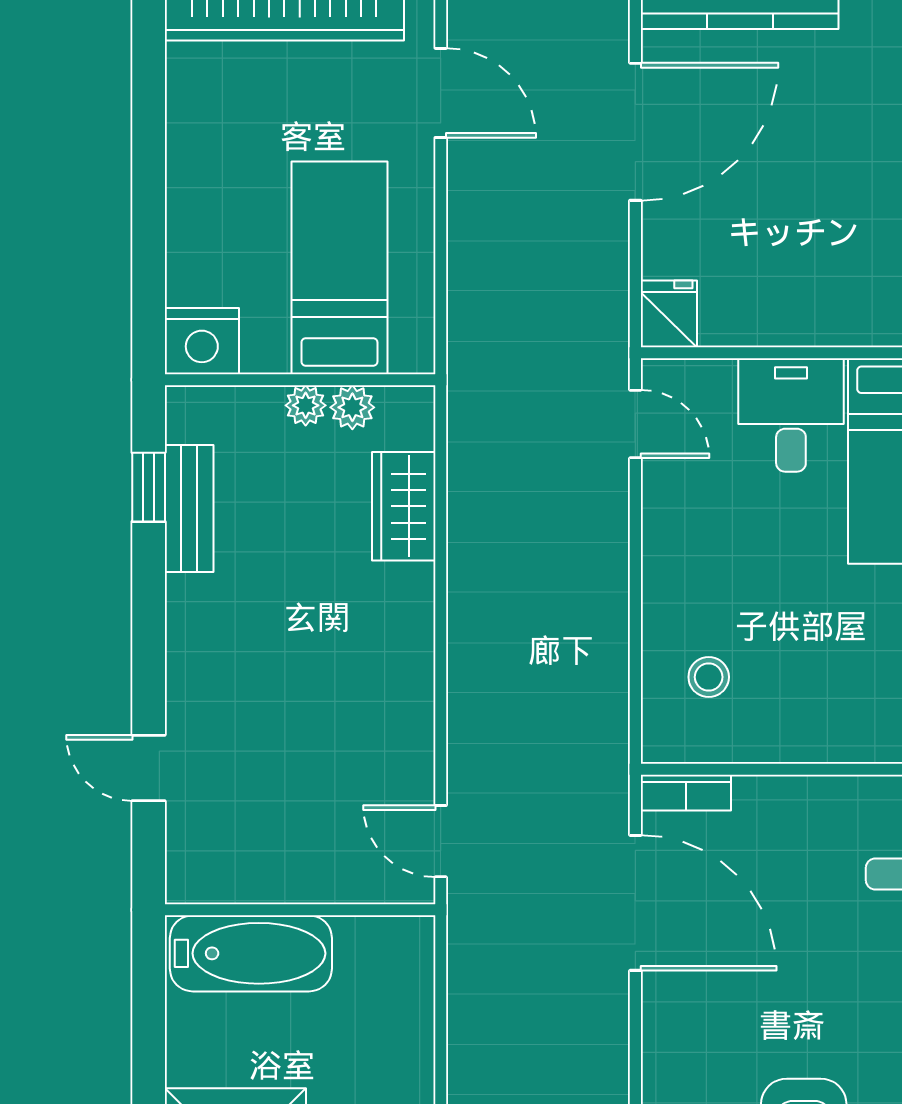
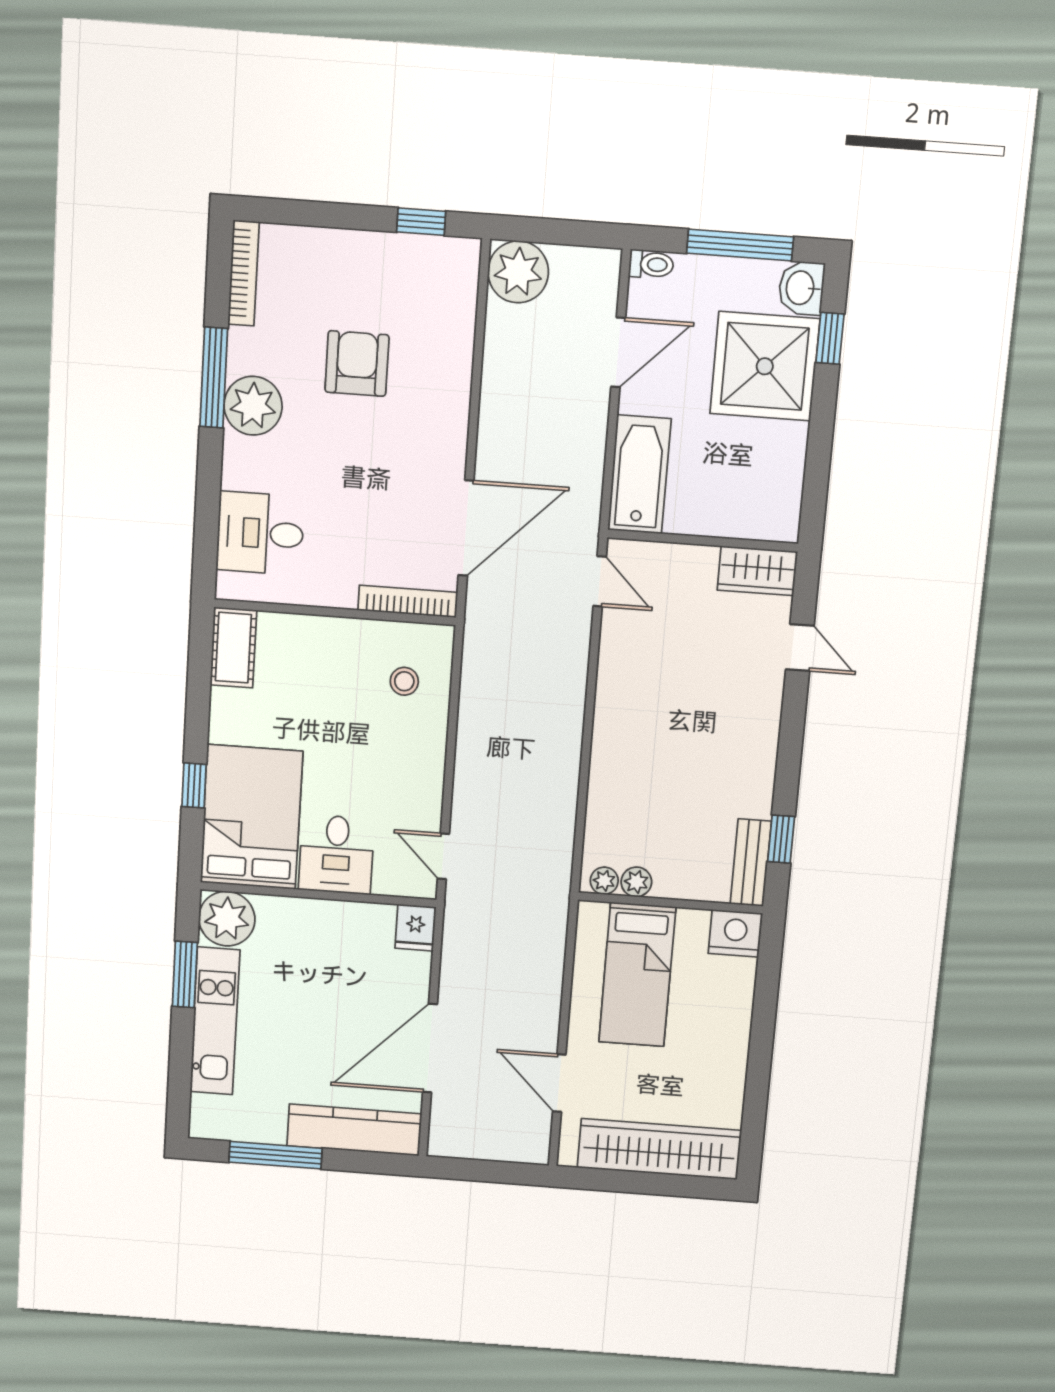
plant: (306, 405) -> (604, 881), moved
wardrobe: (404, 506) -> (757, 571), moved, turned 90
bench: (189, 509) -> (751, 863), moved
bookcase: (686, 793) -> (408, 601), width x1.56
door: (635, 903) -> (466, 528), swing flipped
bathtub: (251, 953) -> (639, 474), moved, turned 90

